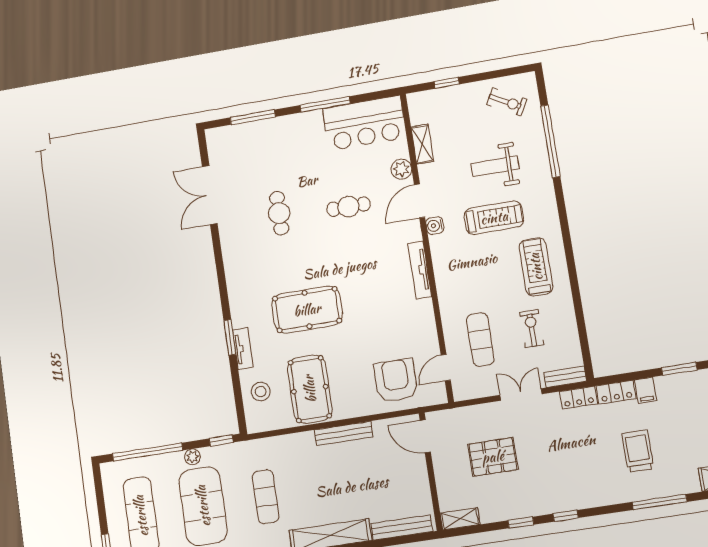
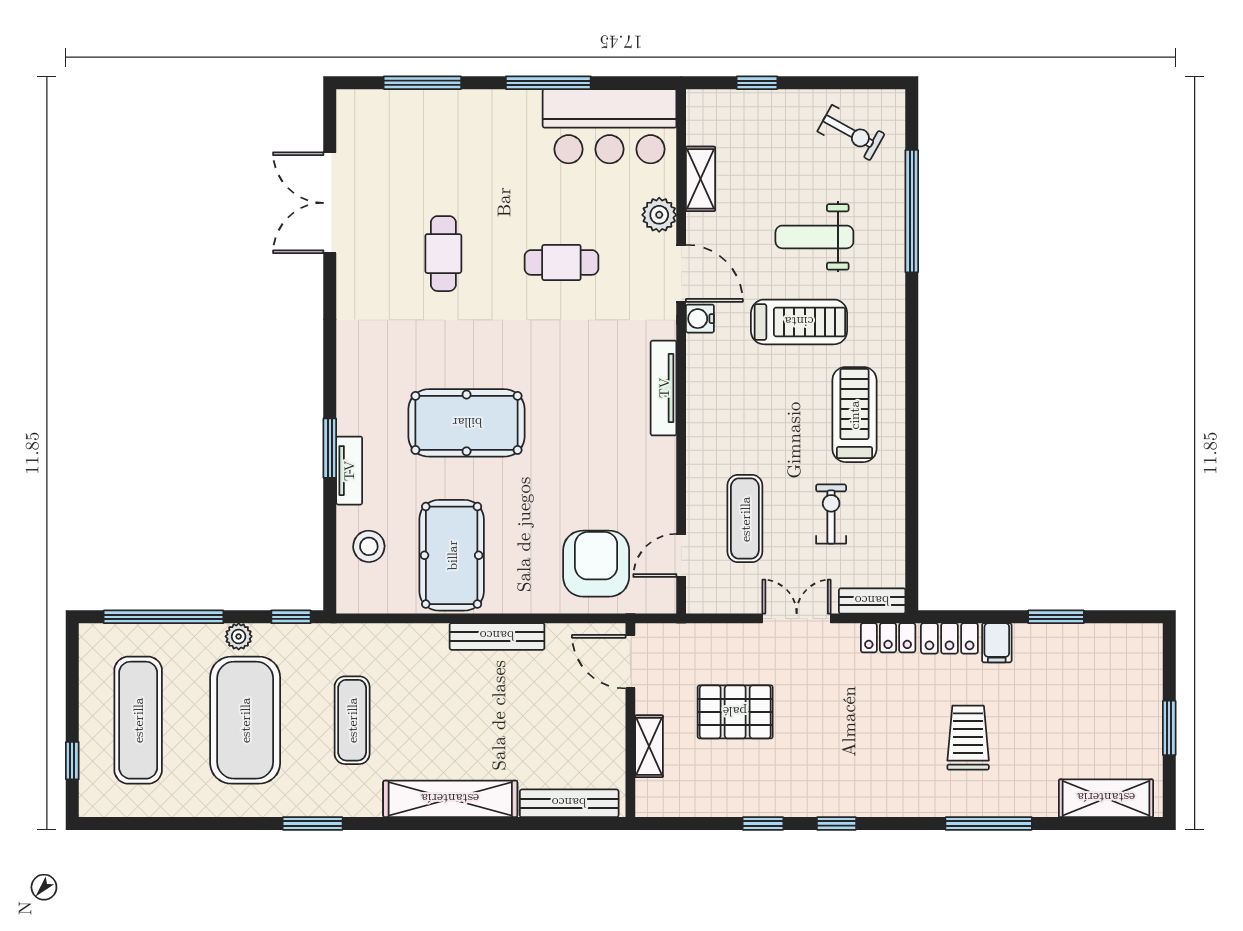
door: (420, 201) -> (681, 273), swing flipped
shelving: (460, 519) -> (649, 746), moved, turned 90

